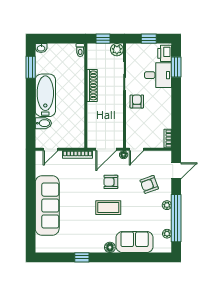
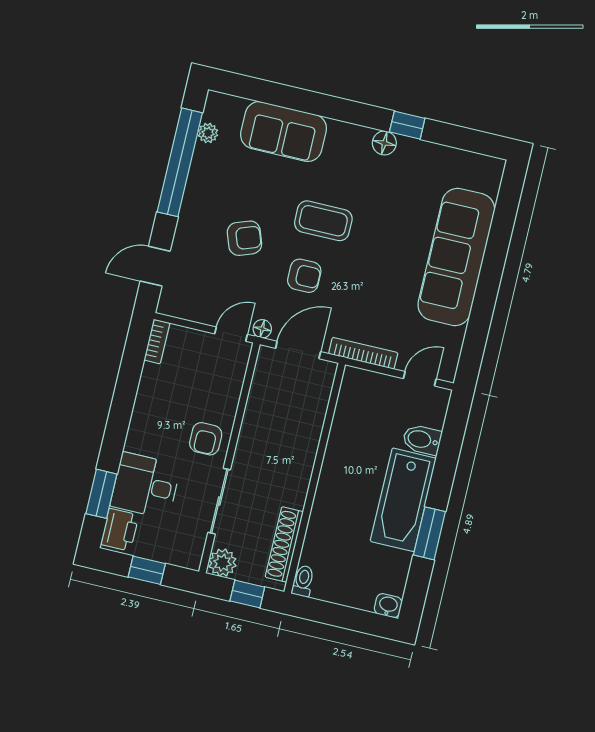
window: (31, 67) -> (429, 533), moved
shoe rack: (92, 85) -> (284, 544), moved
armchair: (149, 184) -> (244, 238), moved
plant: (167, 205) -> (193, 196), removed
floor lamp: (110, 247) -> (384, 143), moved

